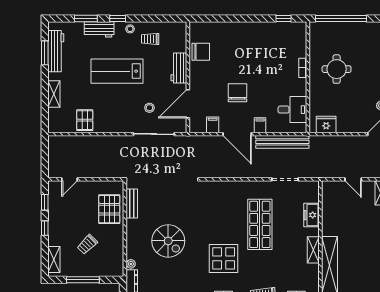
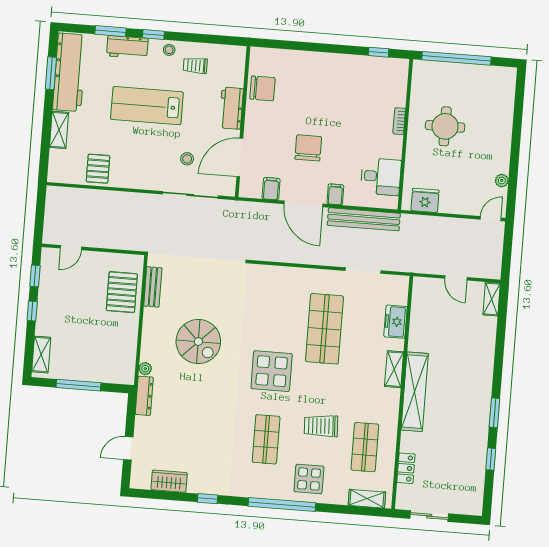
workbench: (56, 51) -> (69, 72), width x1.36, depth x1.32
trolley: (87, 244) -> (88, 338), removed

